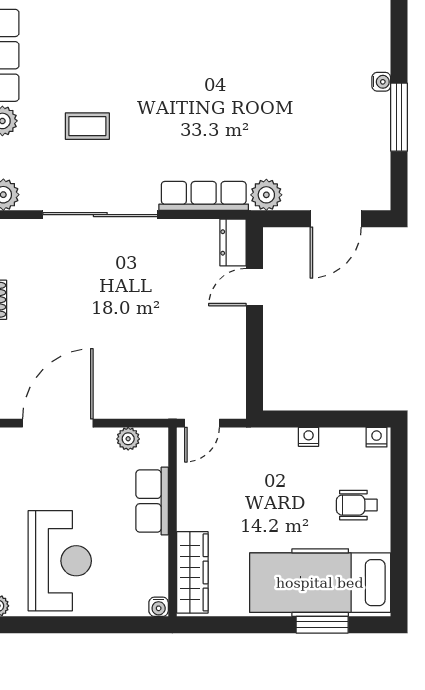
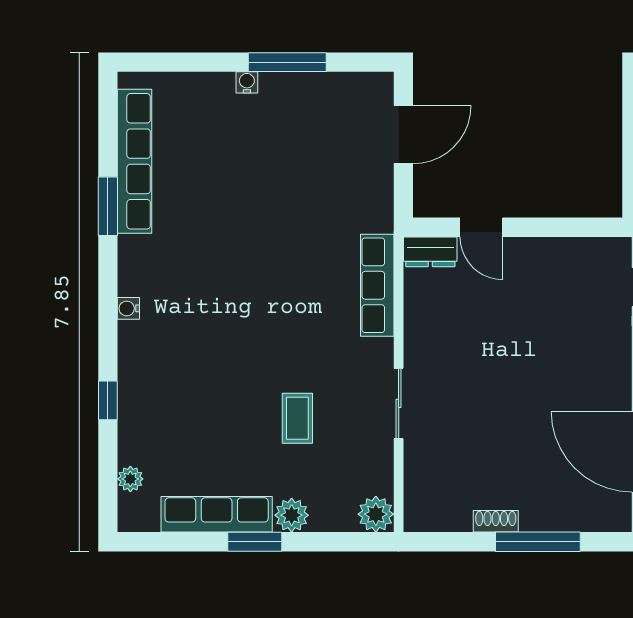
plant: (266, 195) -> (376, 214), removed
sliding door: (100, 215) -> (399, 403), width x0.54
door: (336, 219) -> (403, 134), hinge flipped

